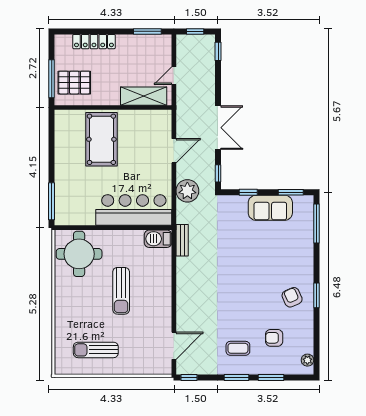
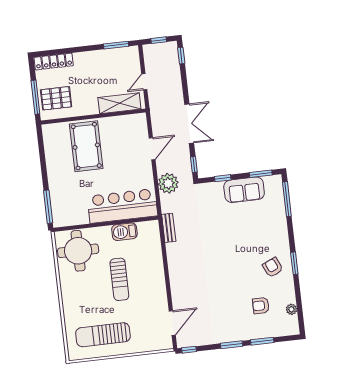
locker: (94, 42) -> (54, 62), moved
barbecue: (158, 239) -> (124, 232), moved
coffee table: (238, 348) -> (230, 319), removed
sun lounger: (96, 350) -> (103, 335), width x1.36, depth x1.34
plant: (307, 360) -> (291, 309), moved

